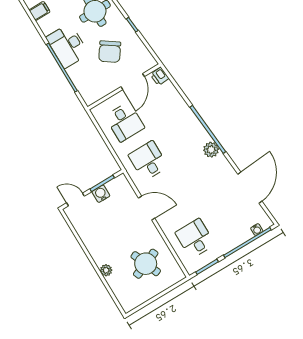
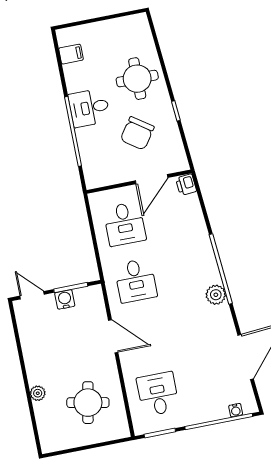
desk: (67, 46) -> (89, 108), width x0.73
desk: (148, 161) -> (136, 281), turned 180
round table: (146, 264) -> (88, 403), turned 33

